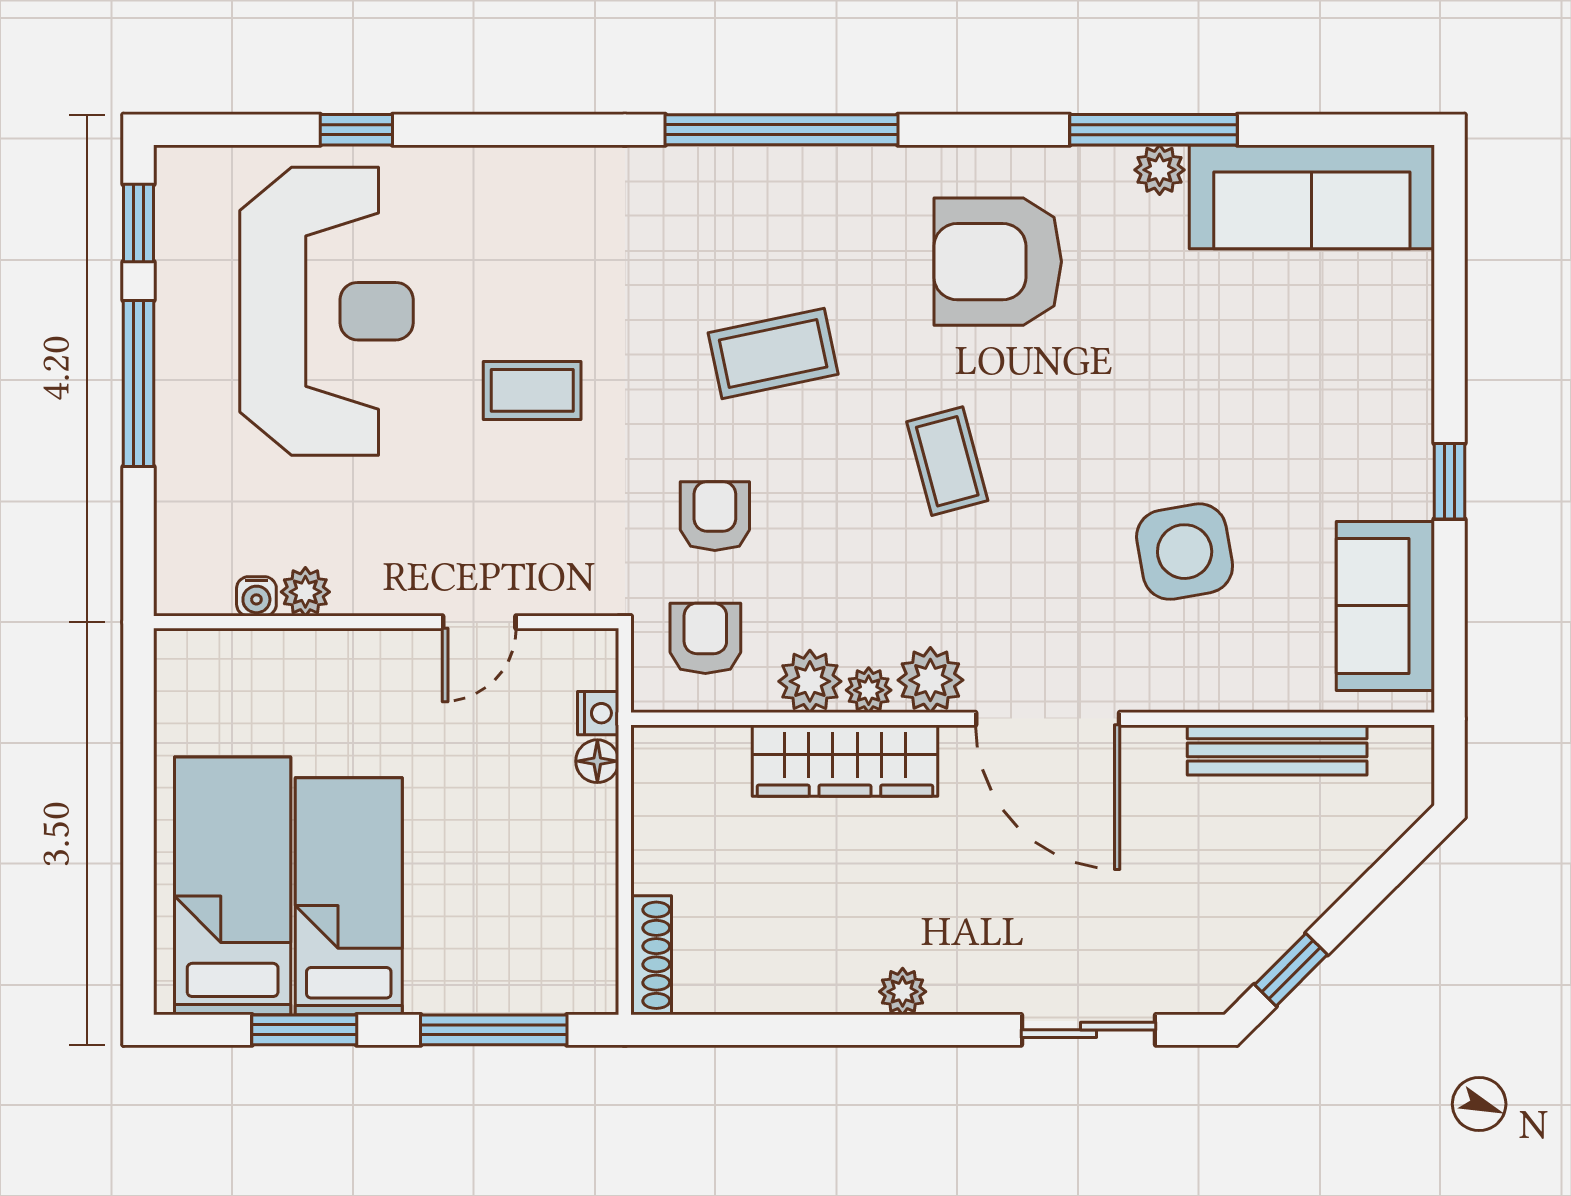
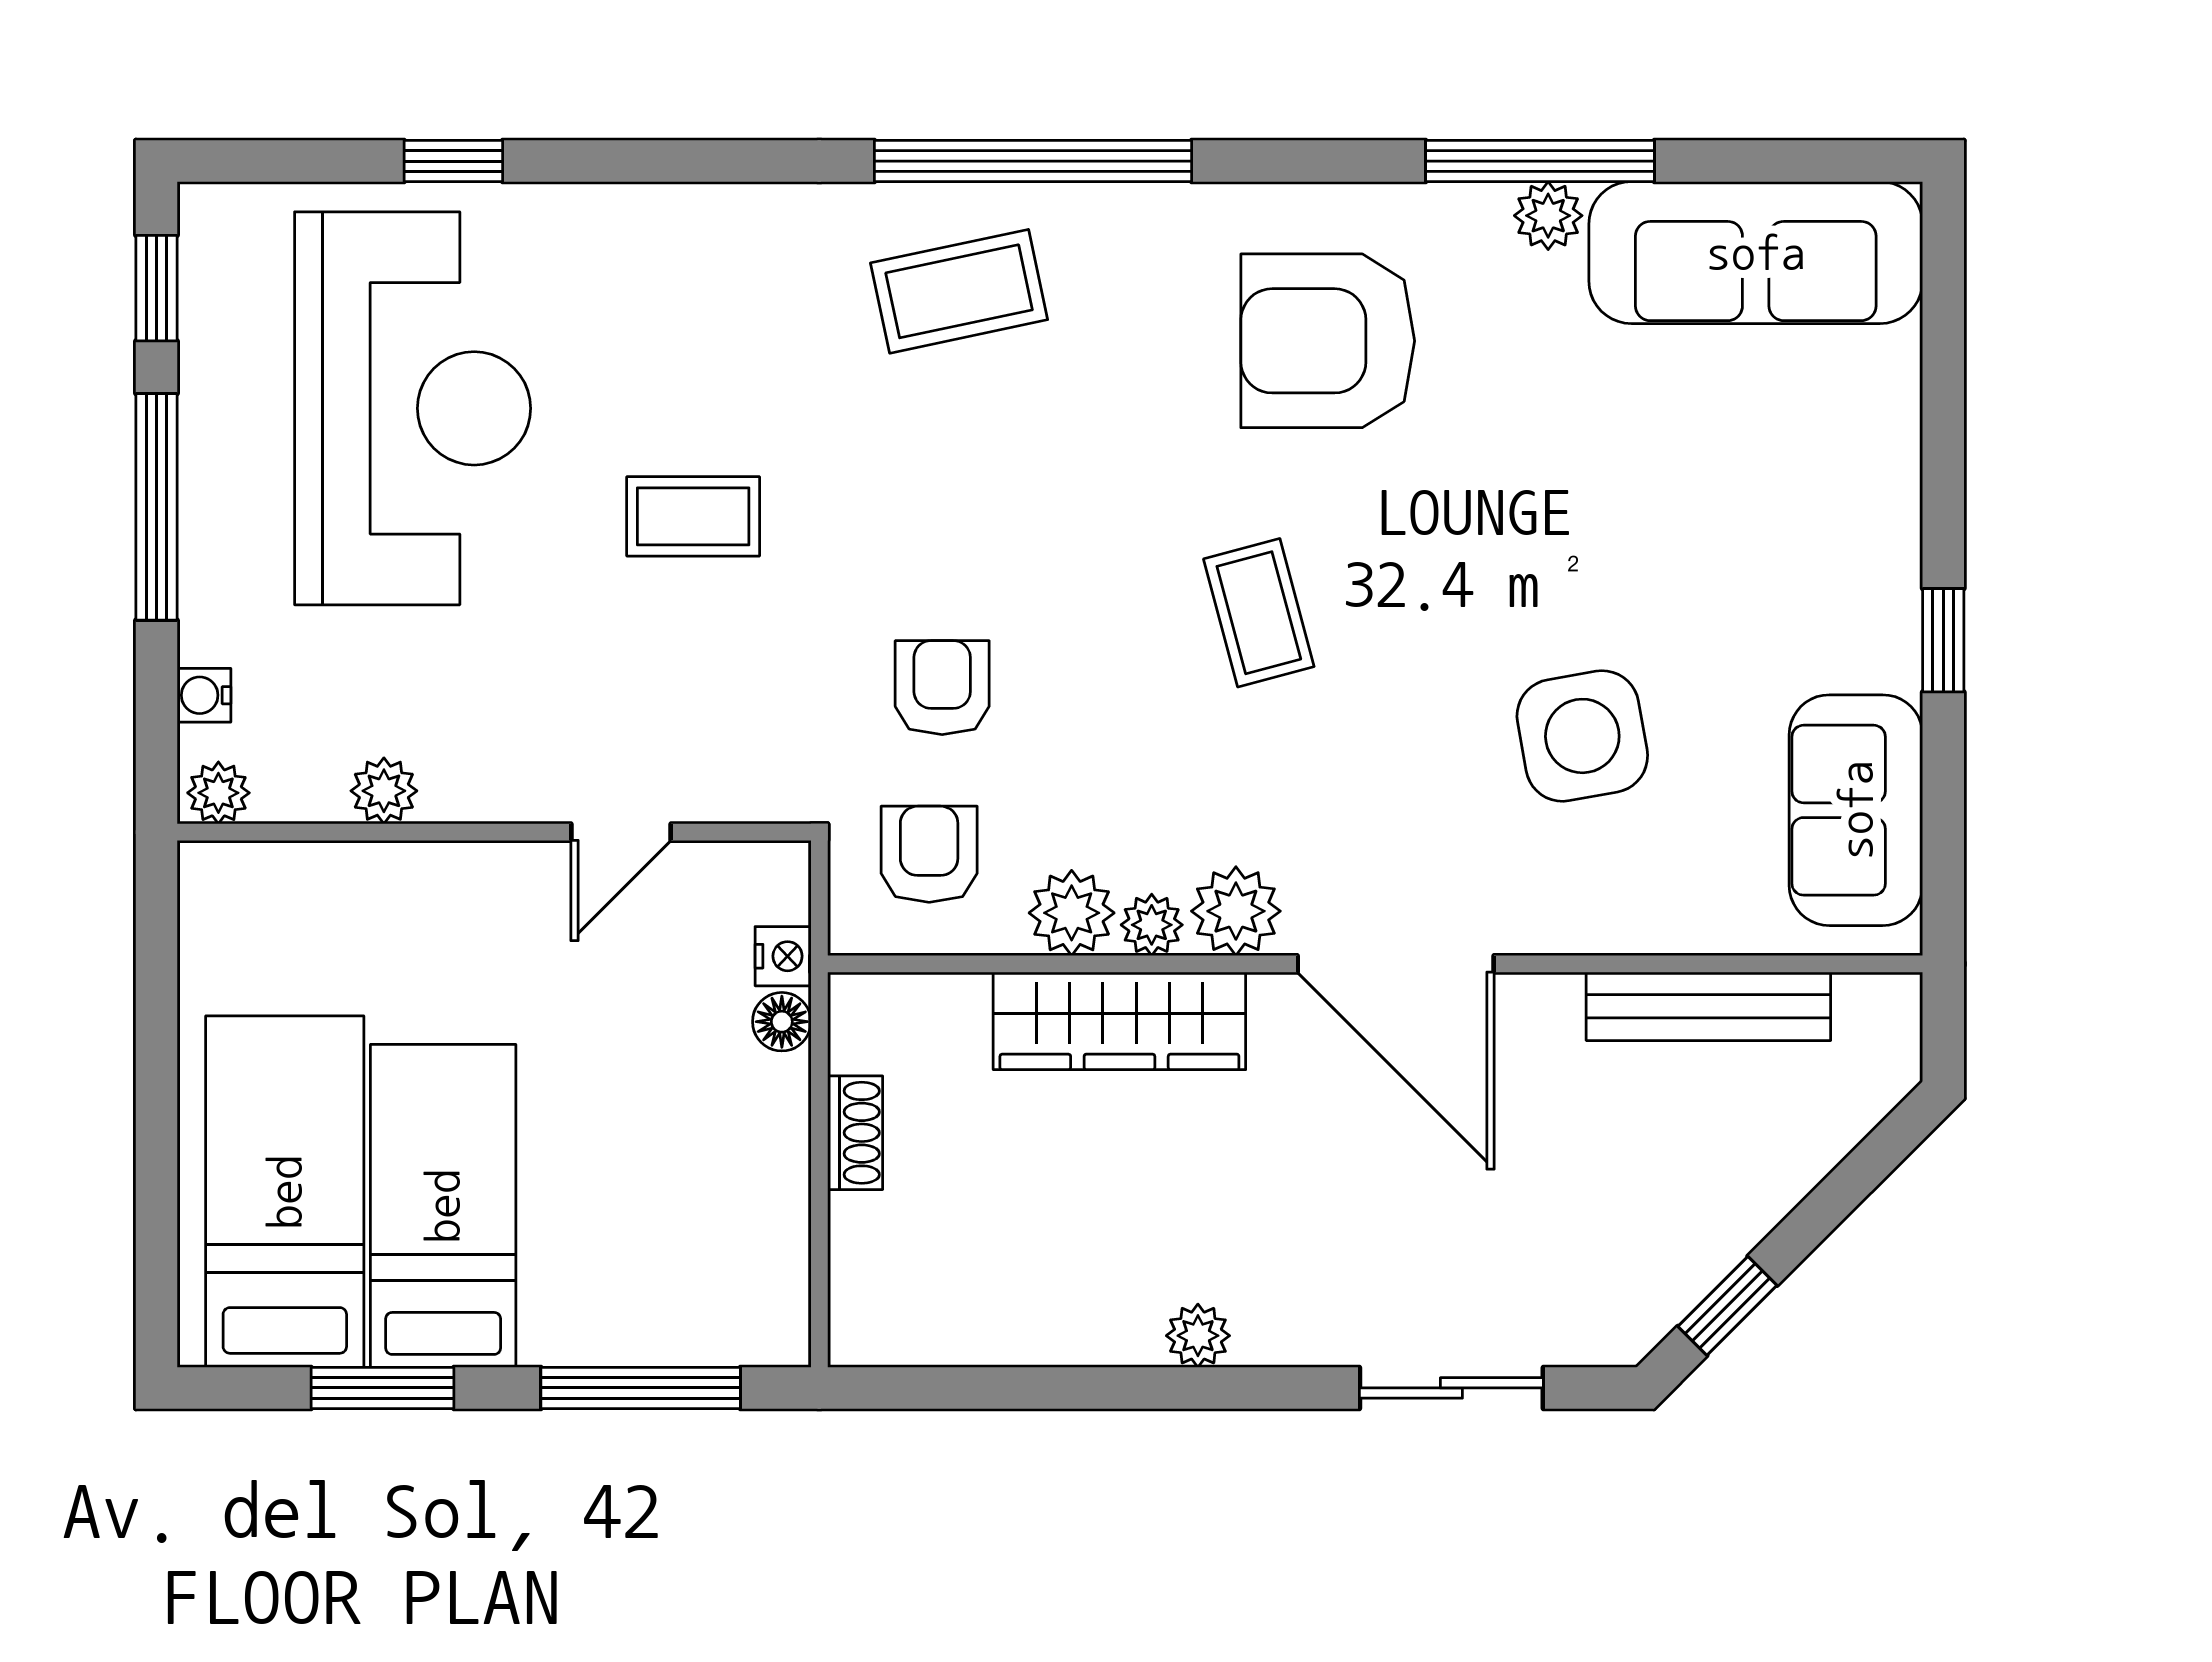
coffee table: (773, 354) -> (959, 291), moved
plant: (184, 593) -> (218, 793), added
water cooler: (256, 596) -> (204, 695), moved, turned 90
shoe rack: (651, 955) -> (855, 1133), moved, width x0.70

